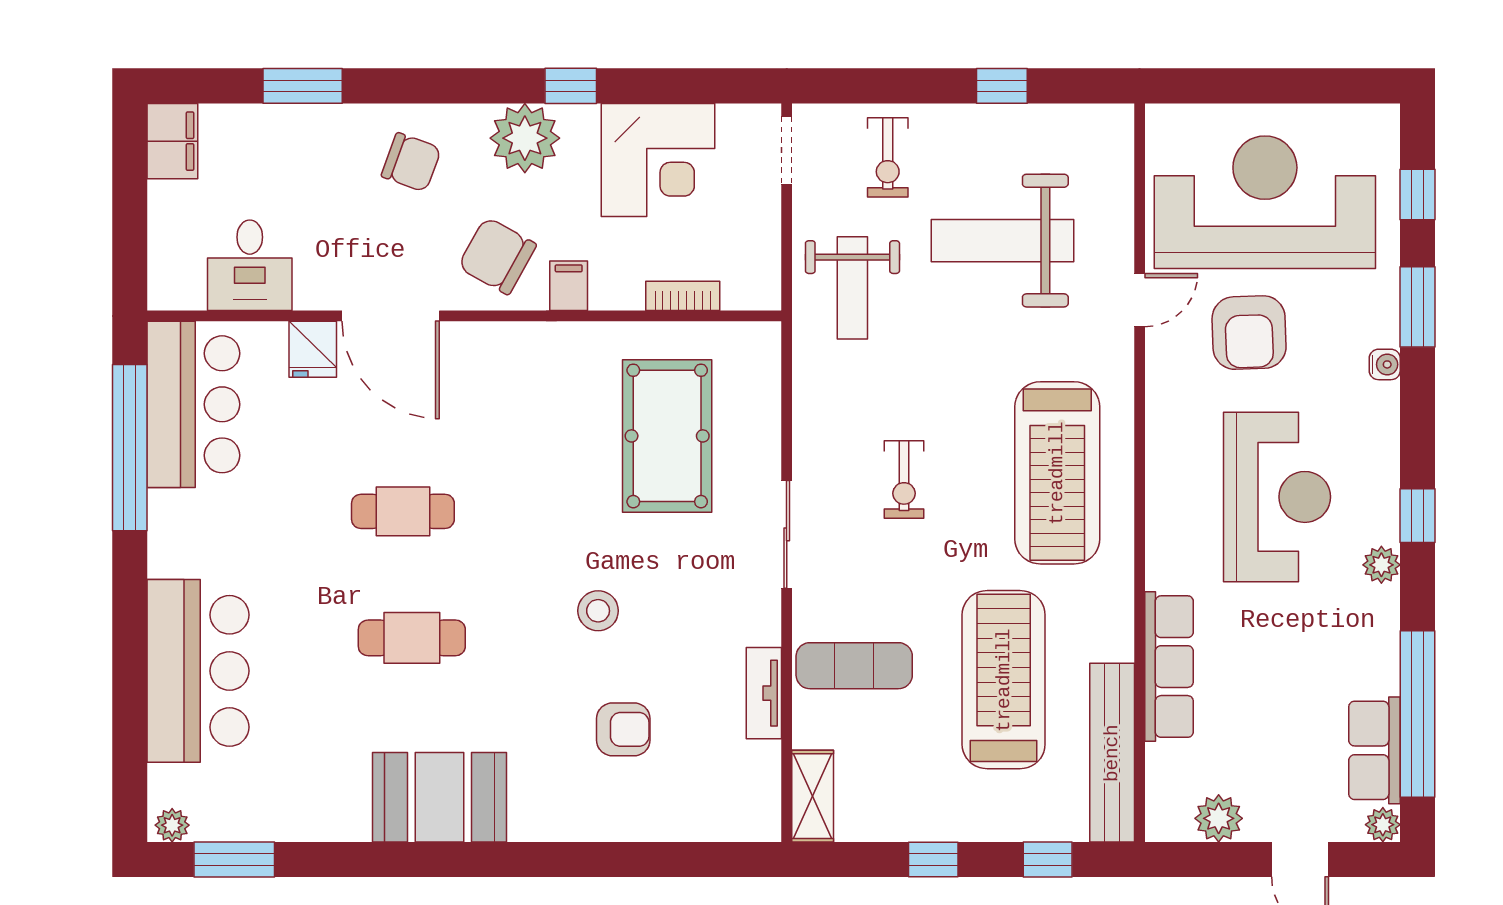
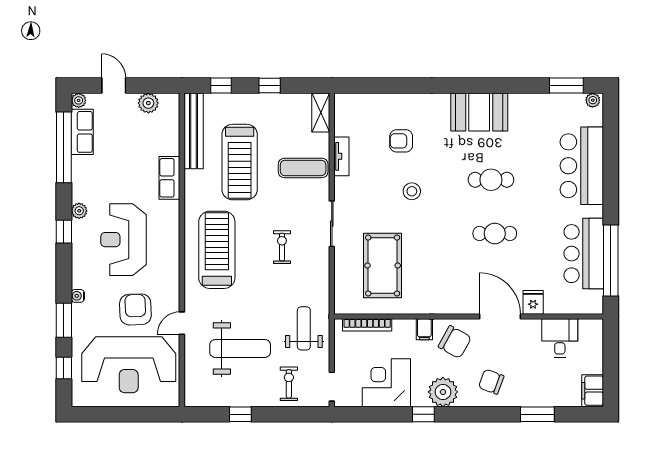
bookcase: (683, 296) -> (367, 325), width x1.56
bar counter: (193, 404) -> (584, 254), moved
row of seats: (1169, 667) -> (169, 178), width x0.68

